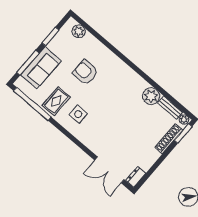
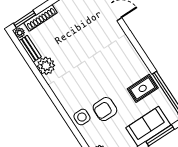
armchair: (85, 72) -> (105, 109), turned 90
side table: (78, 114) -> (82, 117), moved

